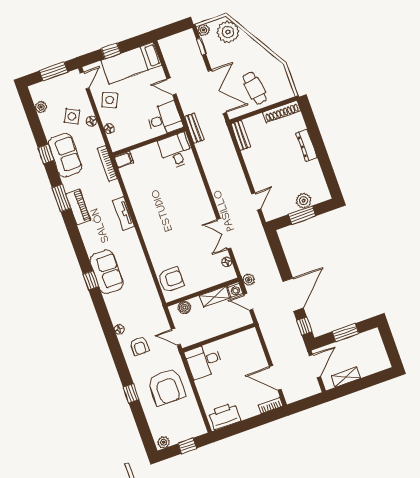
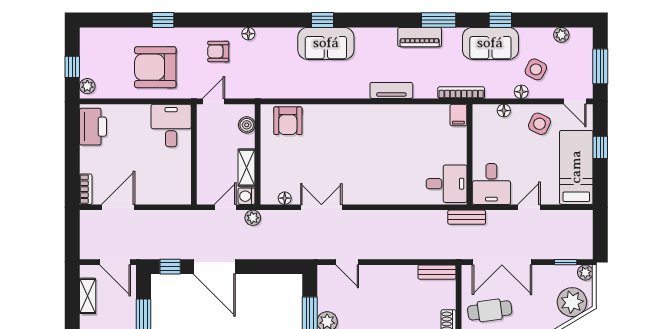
plant: (164, 442) -> (87, 86), moved

